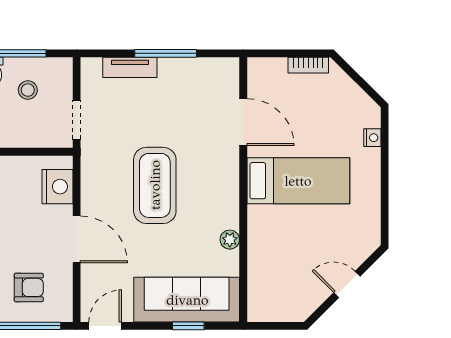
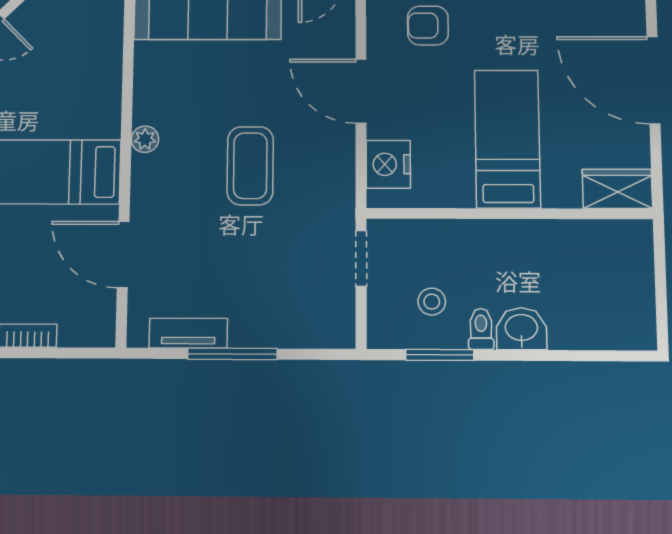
tv unit: (130, 67) -> (188, 333), moved
coffee table: (155, 185) -> (250, 166), width x0.73, depth x0.76
plant: (230, 240) -> (145, 139), moved

